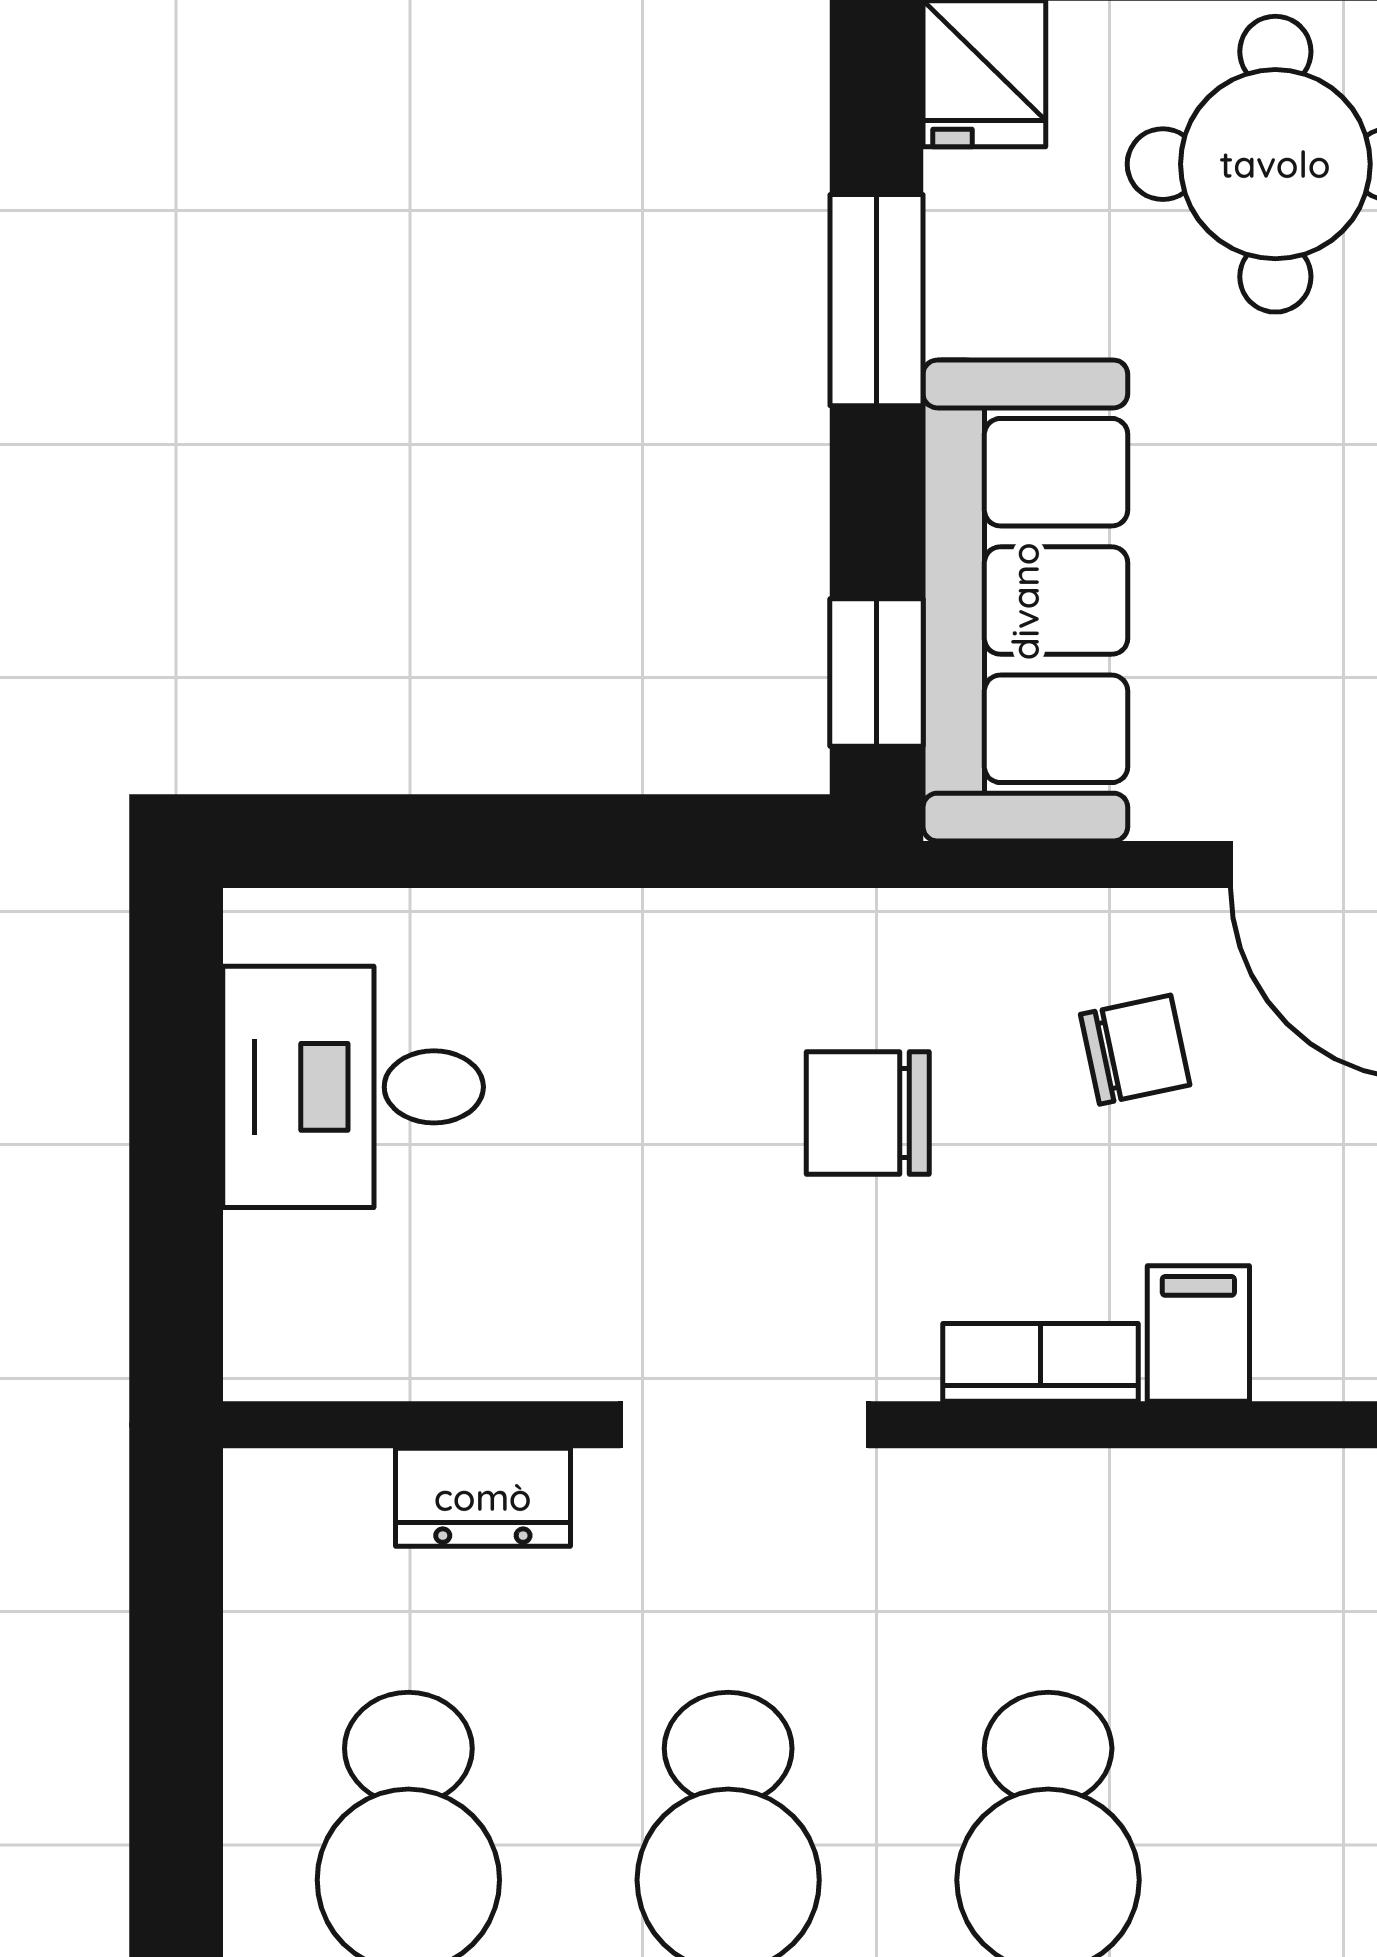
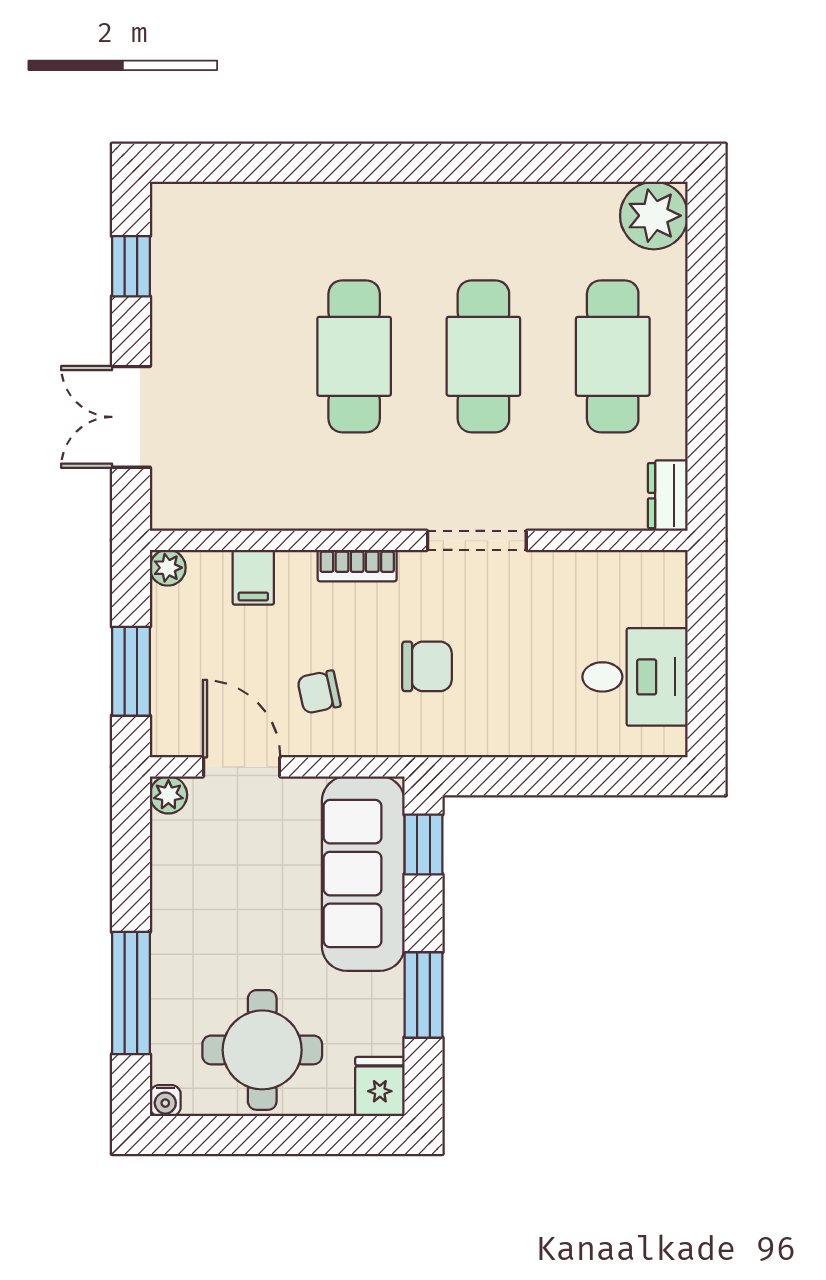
filing cabinet: (1198, 1333) -> (253, 577), moved
dresser: (483, 1497) -> (668, 496), moved, turned -90

